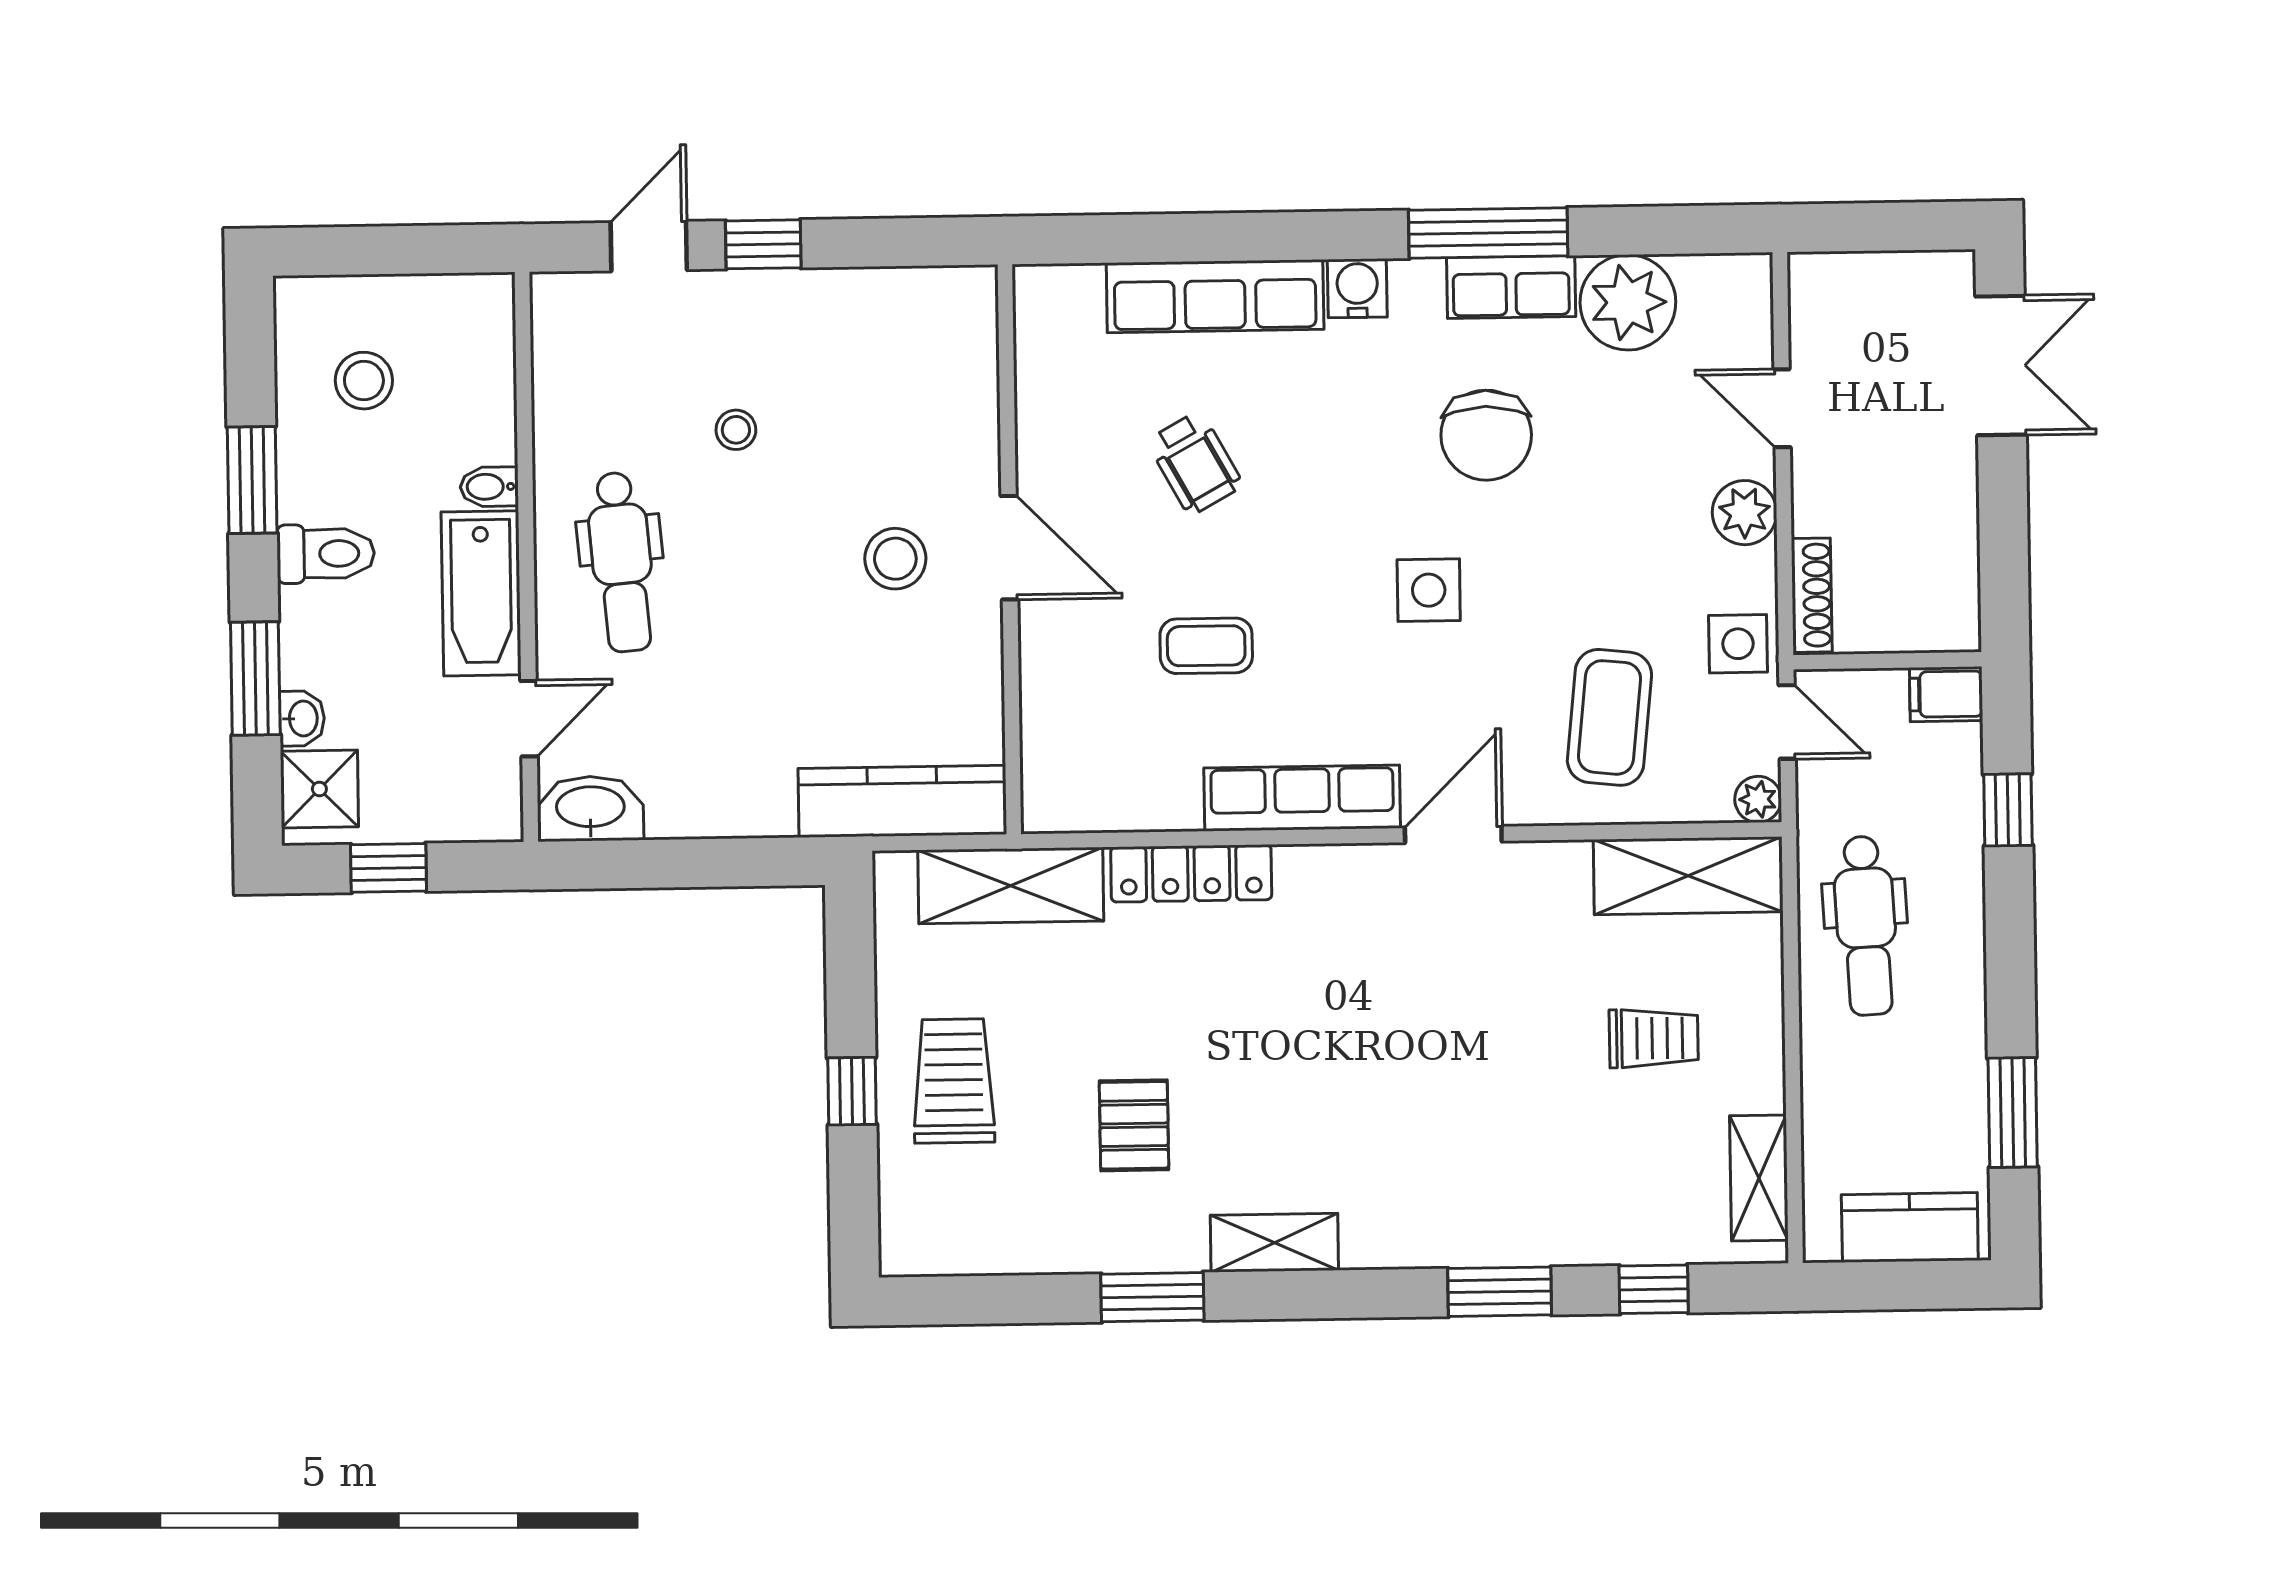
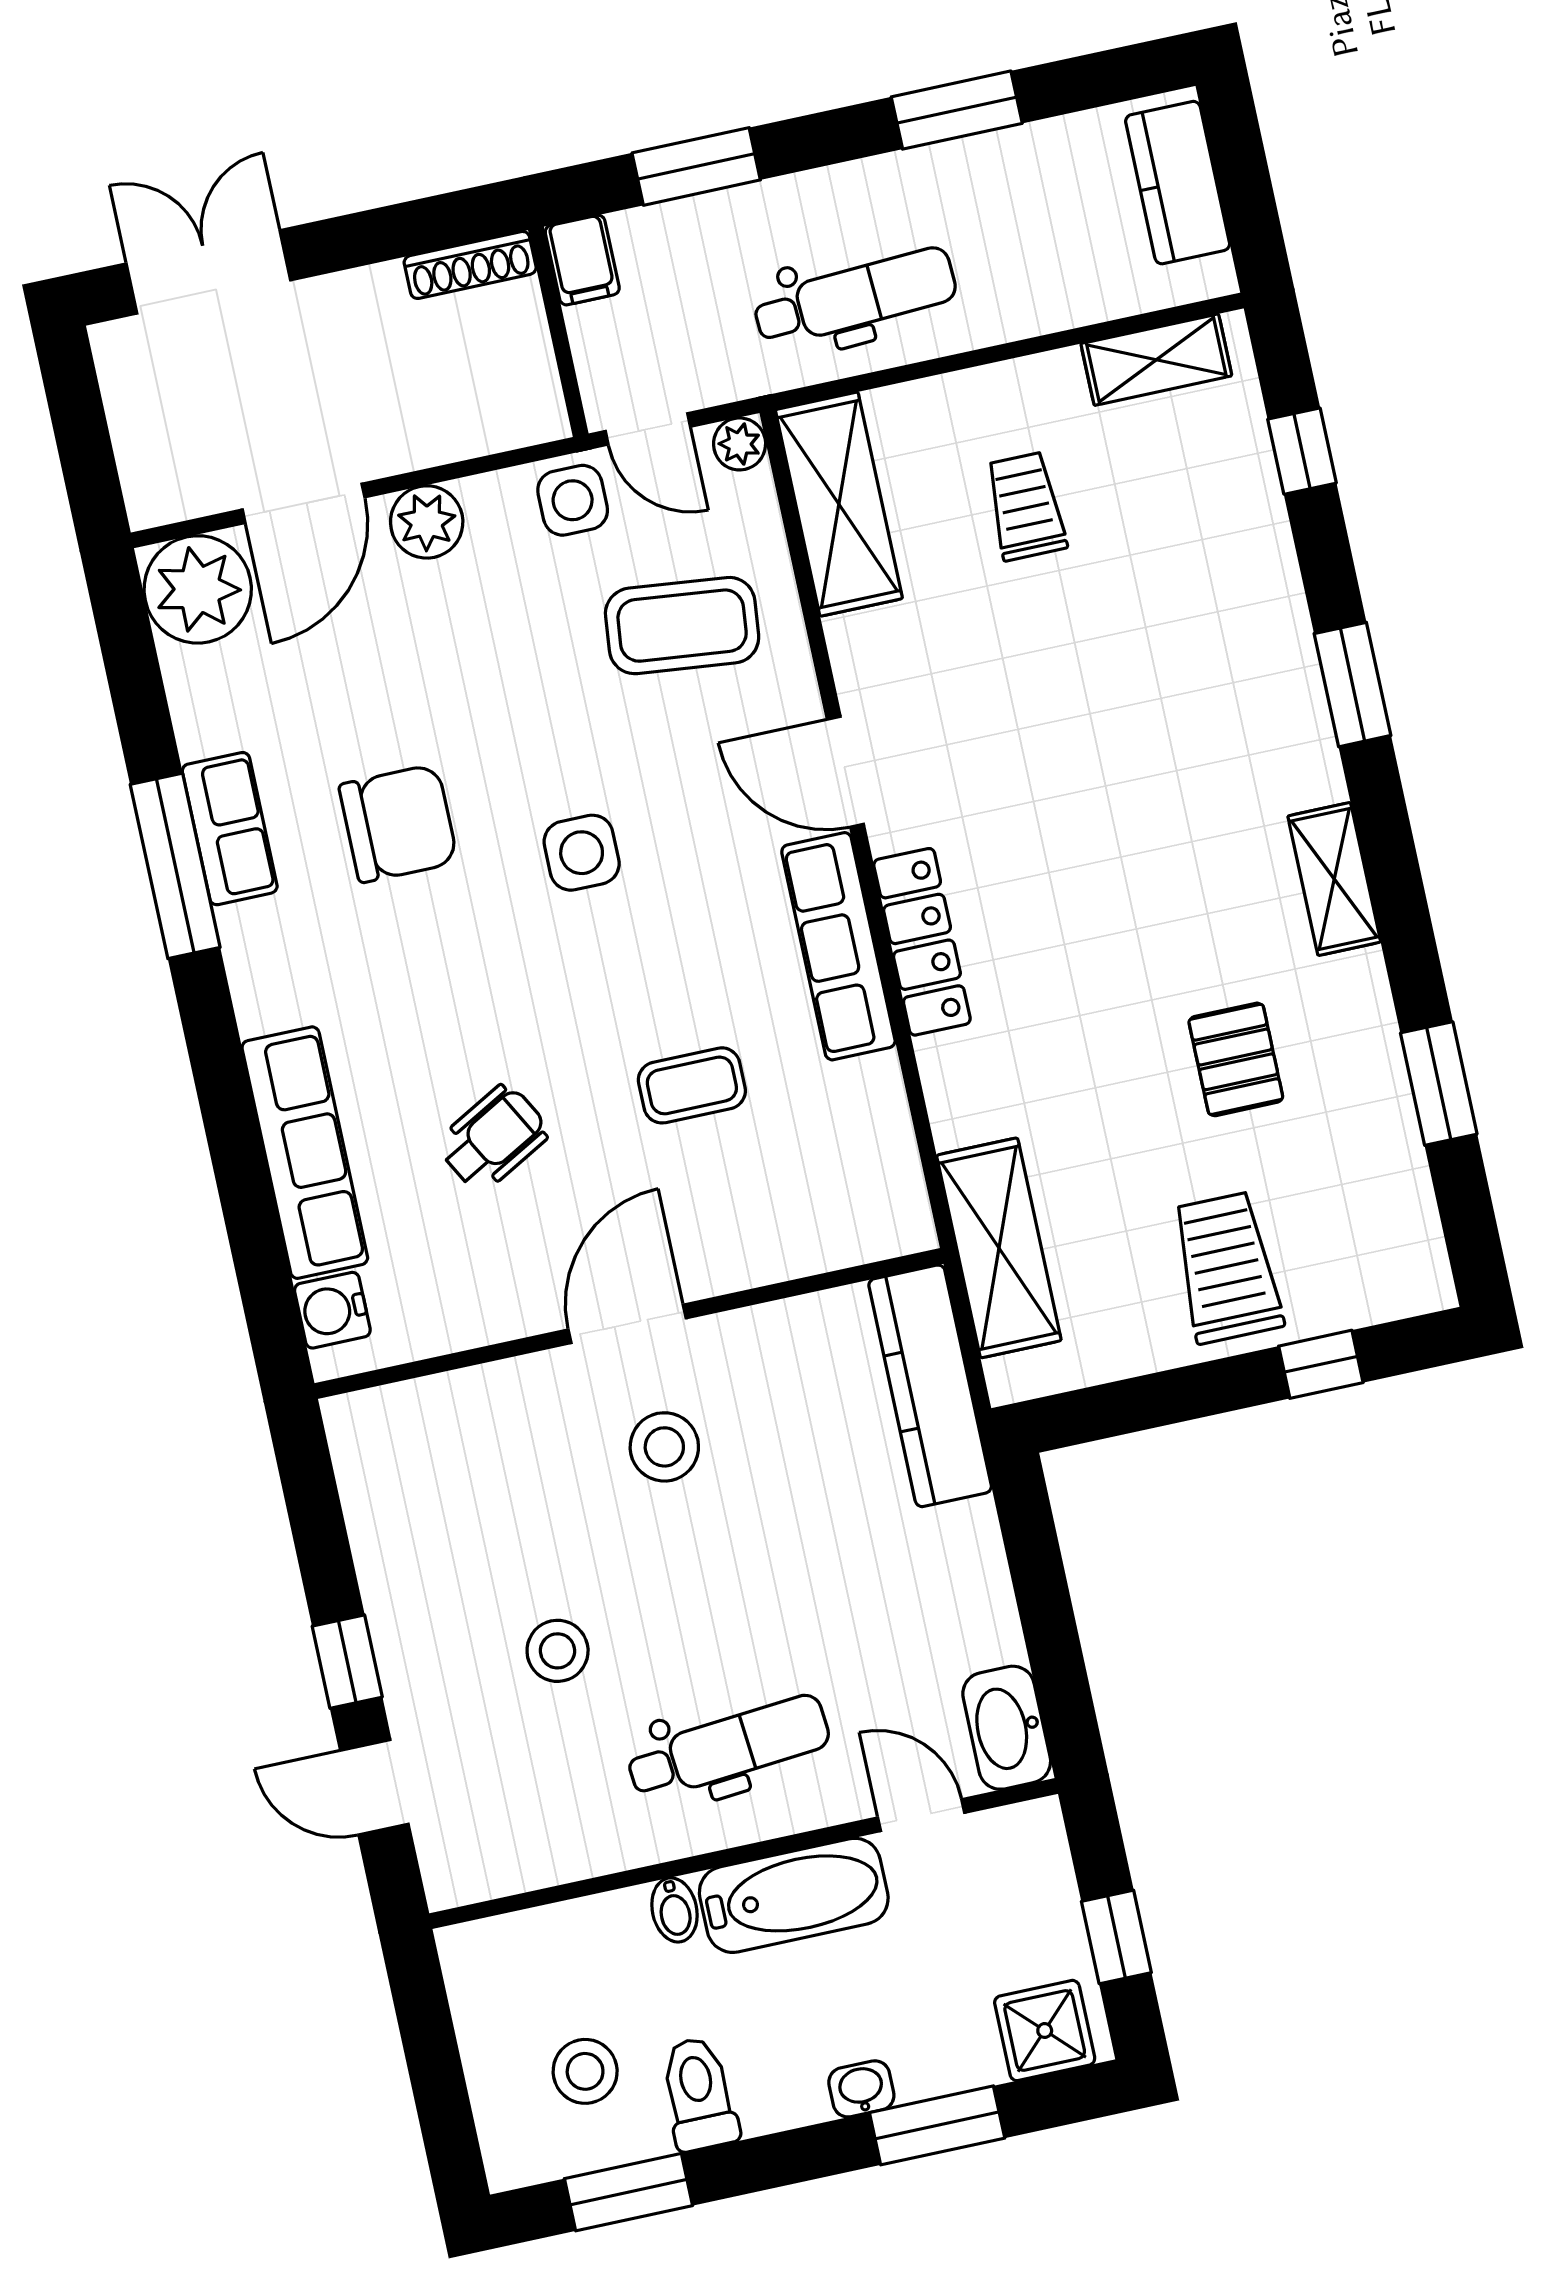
water cooler: (1357, 288) -> (332, 1310), moved
plant: (1628, 302) -> (198, 589), moved
door: (1782, 408) -> (304, 503), width x1.38
stool: (736, 430) -> (558, 1651), width x1.37, depth x1.37
window: (252, 480) -> (628, 2192), moved
toilet: (326, 554) -> (699, 2094), moved
shoe rack: (1812, 595) -> (470, 265), moved, turned 180
coffee table: (1206, 646) -> (692, 1085), turned 90
washbasin: (302, 718) -> (861, 2089), moved
door: (1787, 722) -> (648, 429), swing flipped
window: (2008, 810) -> (696, 166), width x1.50
locker: (1191, 873) -> (922, 942), moved
trolley: (954, 1081) -> (1227, 1268), turned 90
window: (852, 1091) -> (1321, 1364), moved
window: (2013, 1112) -> (957, 110), moved
pallet: (1134, 1125) -> (1236, 1059), turned 90
window: (1500, 1292) -> (1353, 685), moved
window: (1152, 1297) -> (1439, 1084), moved

